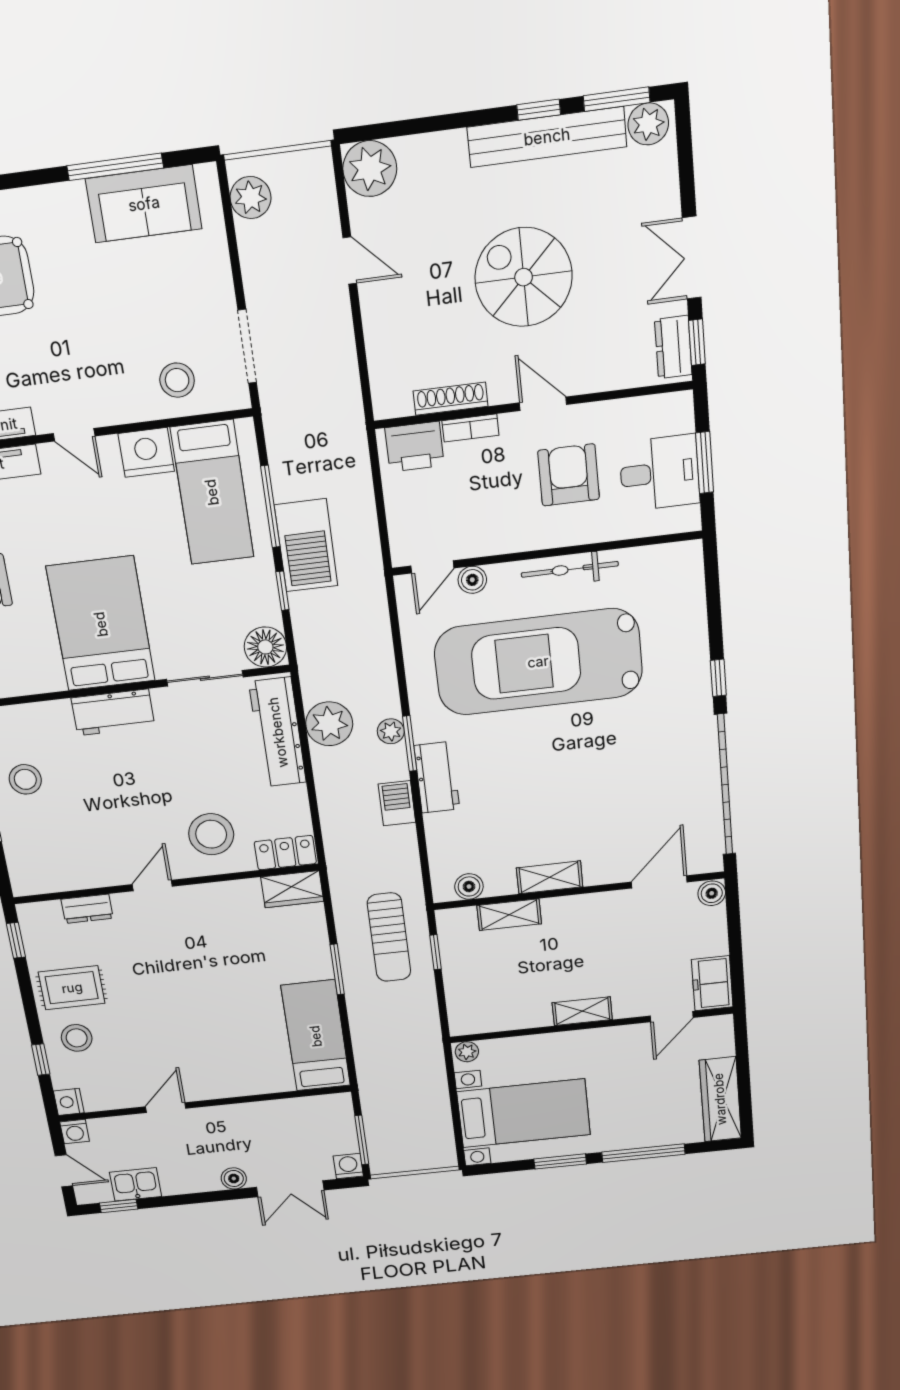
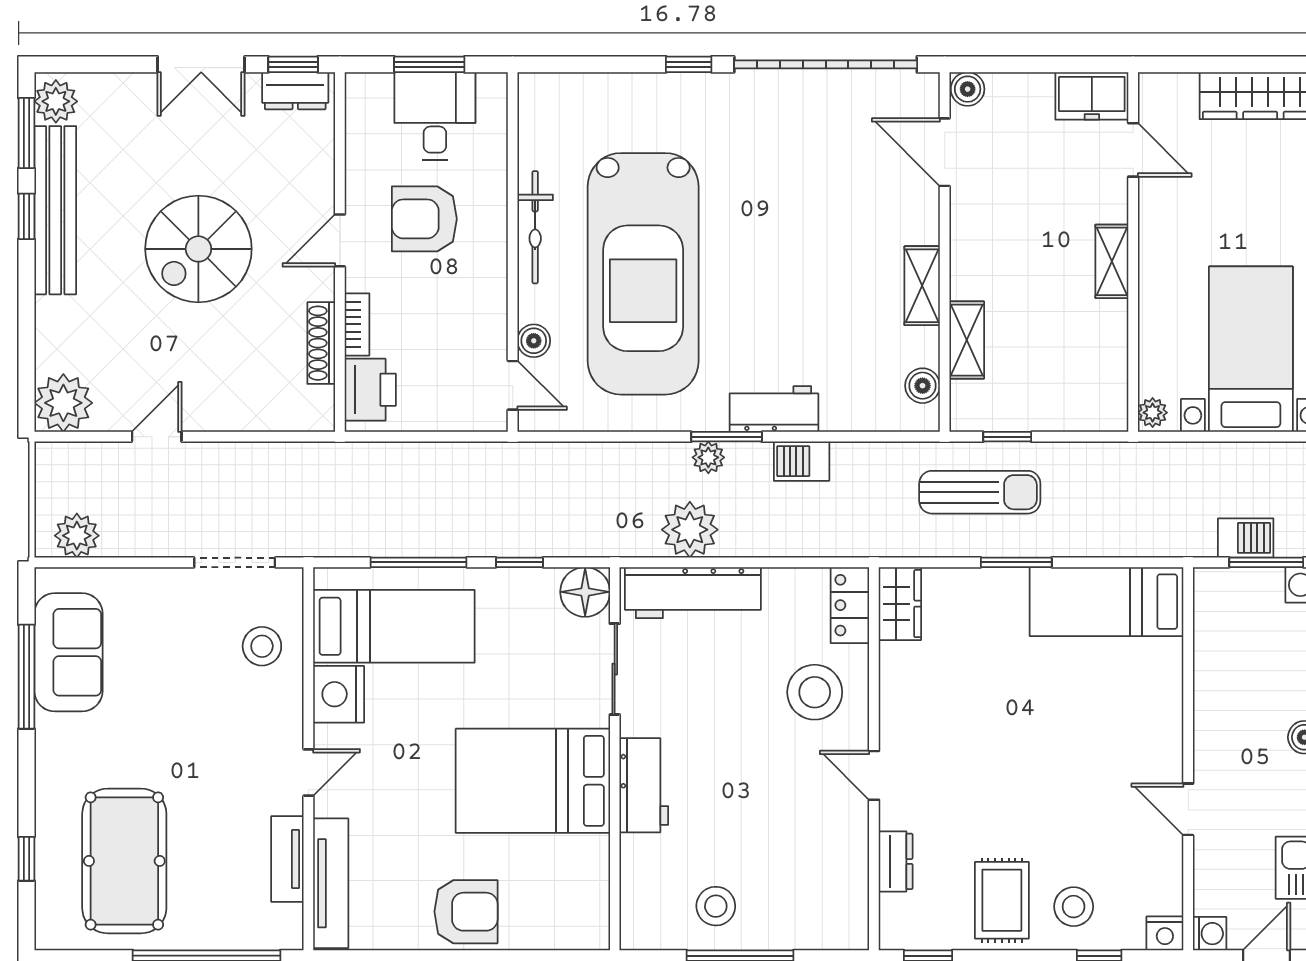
barbecue: (306, 545) -> (1246, 538), moved, width x0.53, depth x0.65

